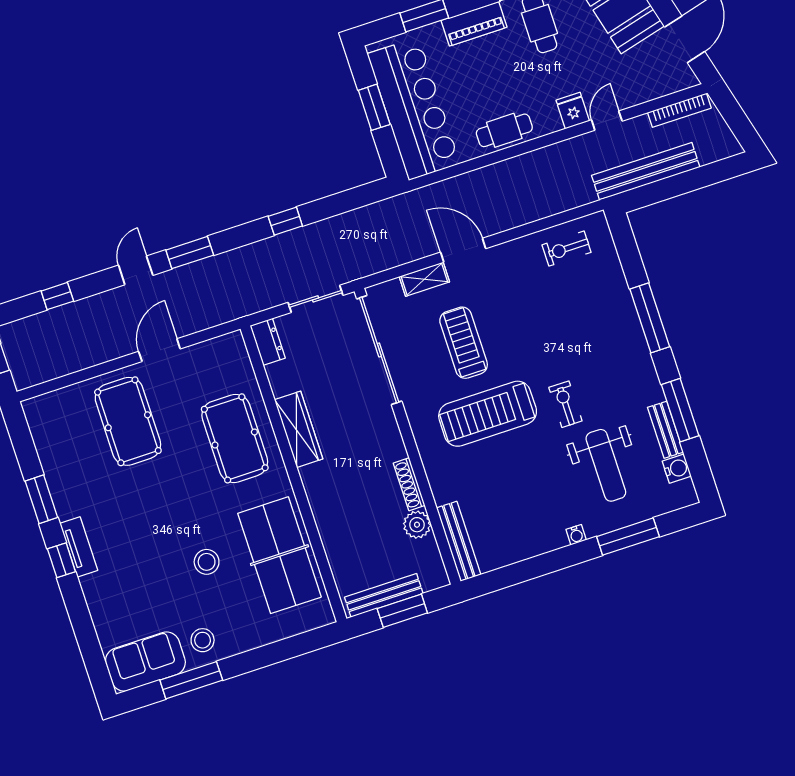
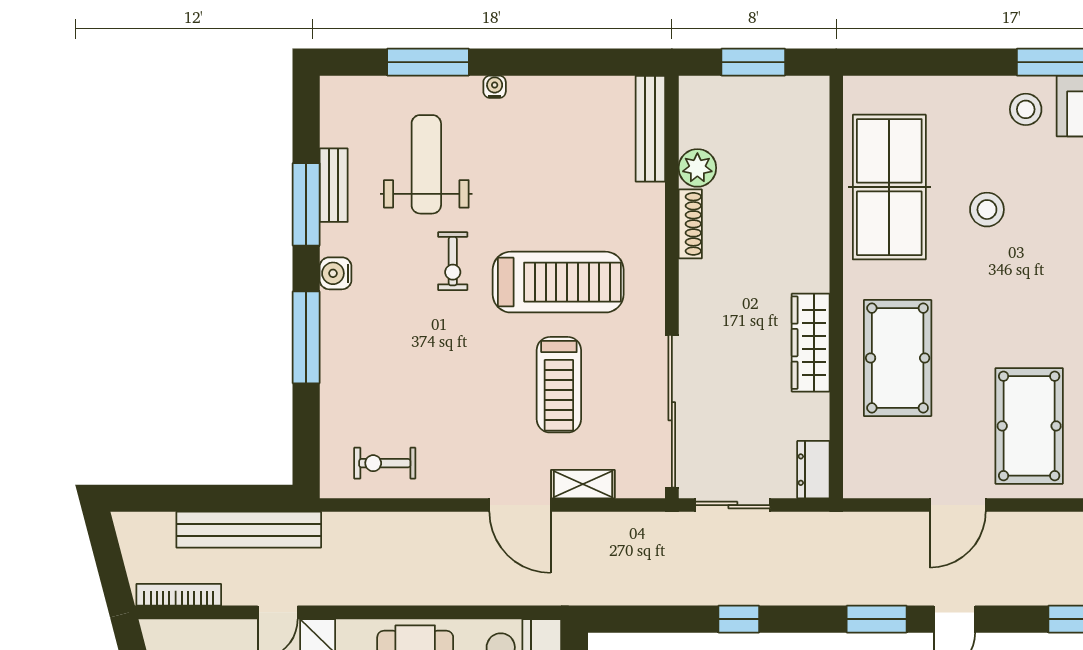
exercise bike: (567, 249) -> (385, 463), turned 180
water cooler: (677, 469) -> (336, 273), moved
bench: (384, 595) -> (771, 90), removed

